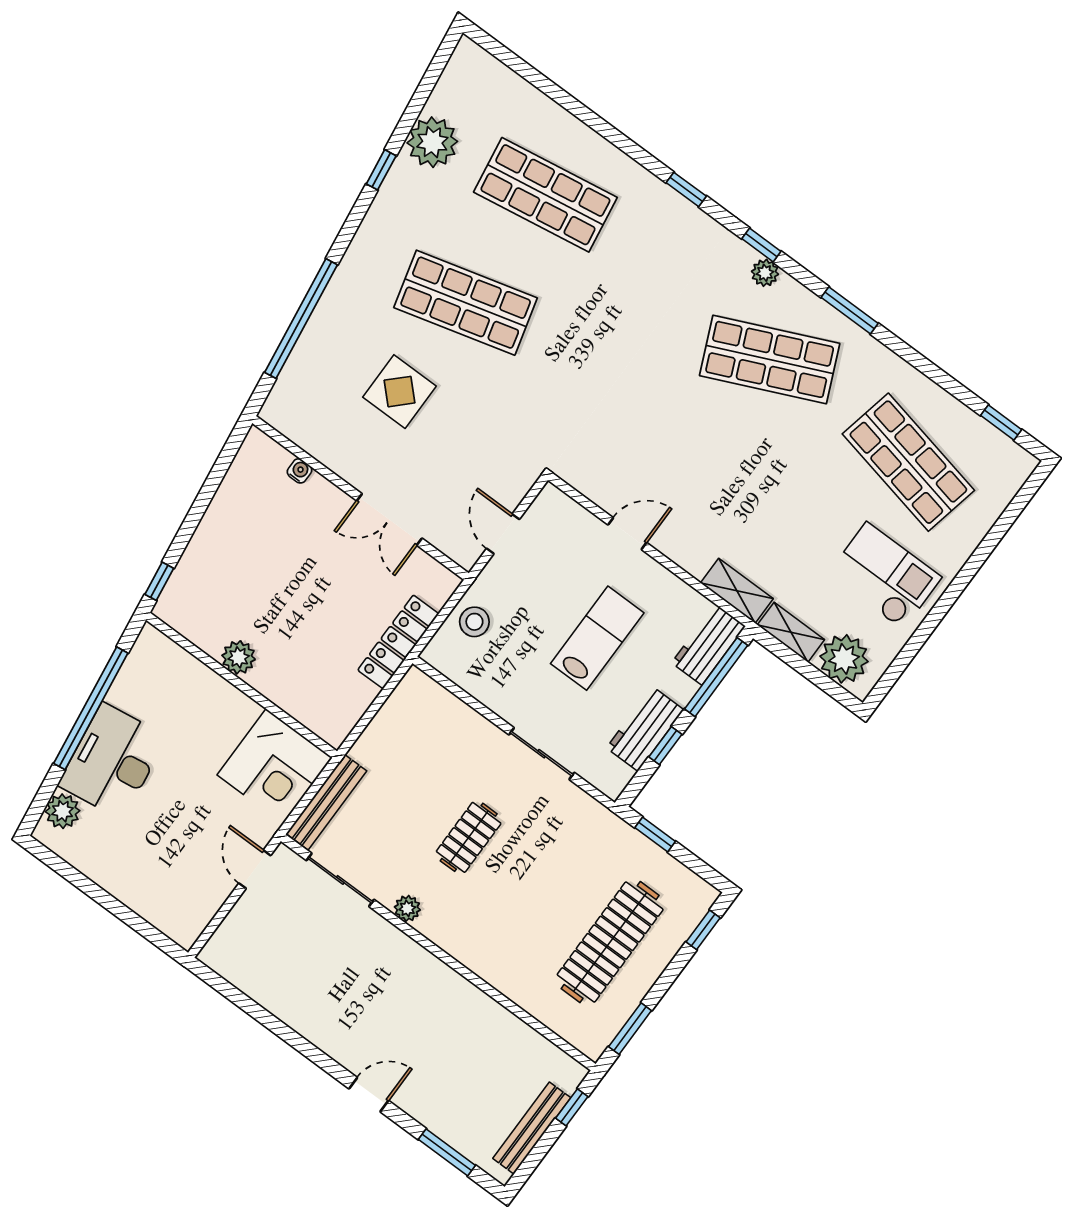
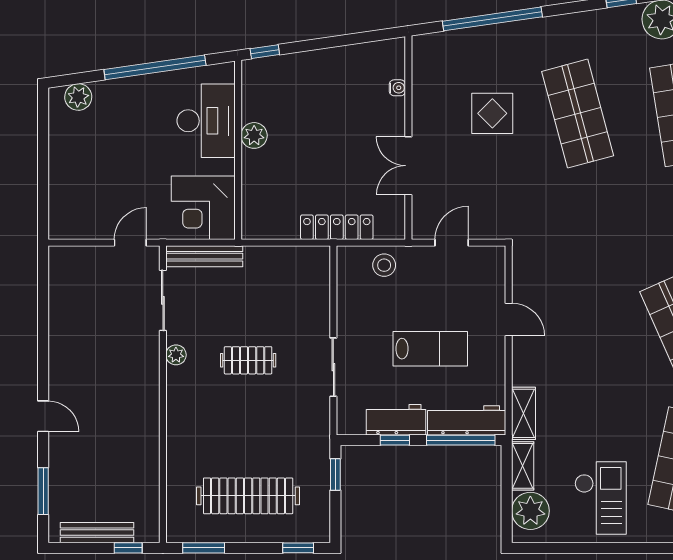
workbench: (708, 644) -> (467, 420), width x1.38
desk: (113, 761) -> (206, 121), moved, turned 98

